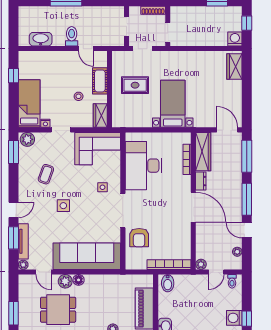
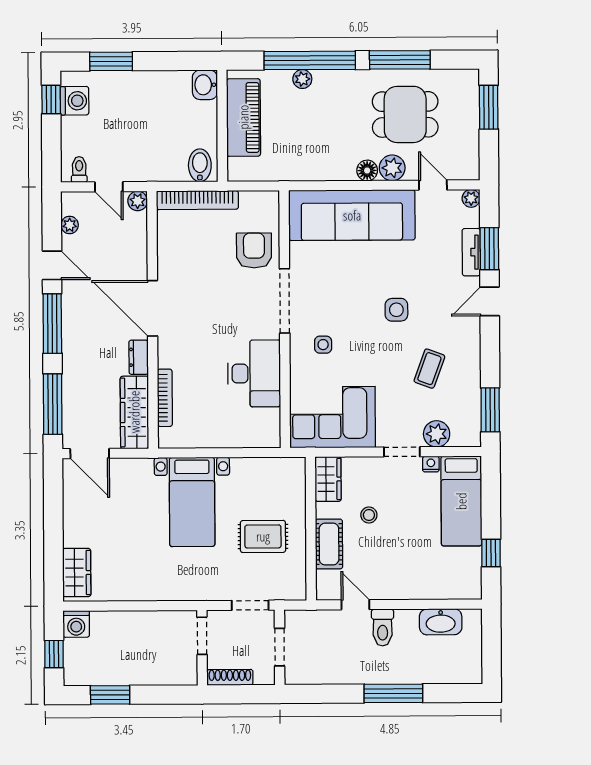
plant: (27, 139) -> (437, 434), moved
desk: (143, 166) -> (254, 373), width x0.73, depth x0.77
tv unit: (23, 241) -> (471, 252), width x0.71
door: (216, 272) -> (109, 187), swing flipped

